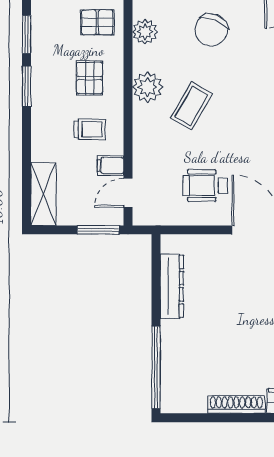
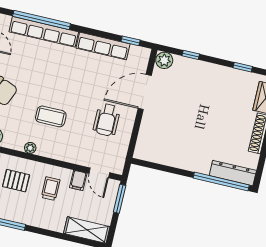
plant: (147, 87) -> (30, 148), width x0.53, depth x0.53
coffee table: (191, 106) -> (51, 116), turned -30
dresser: (172, 286) -> (233, 173), moved

